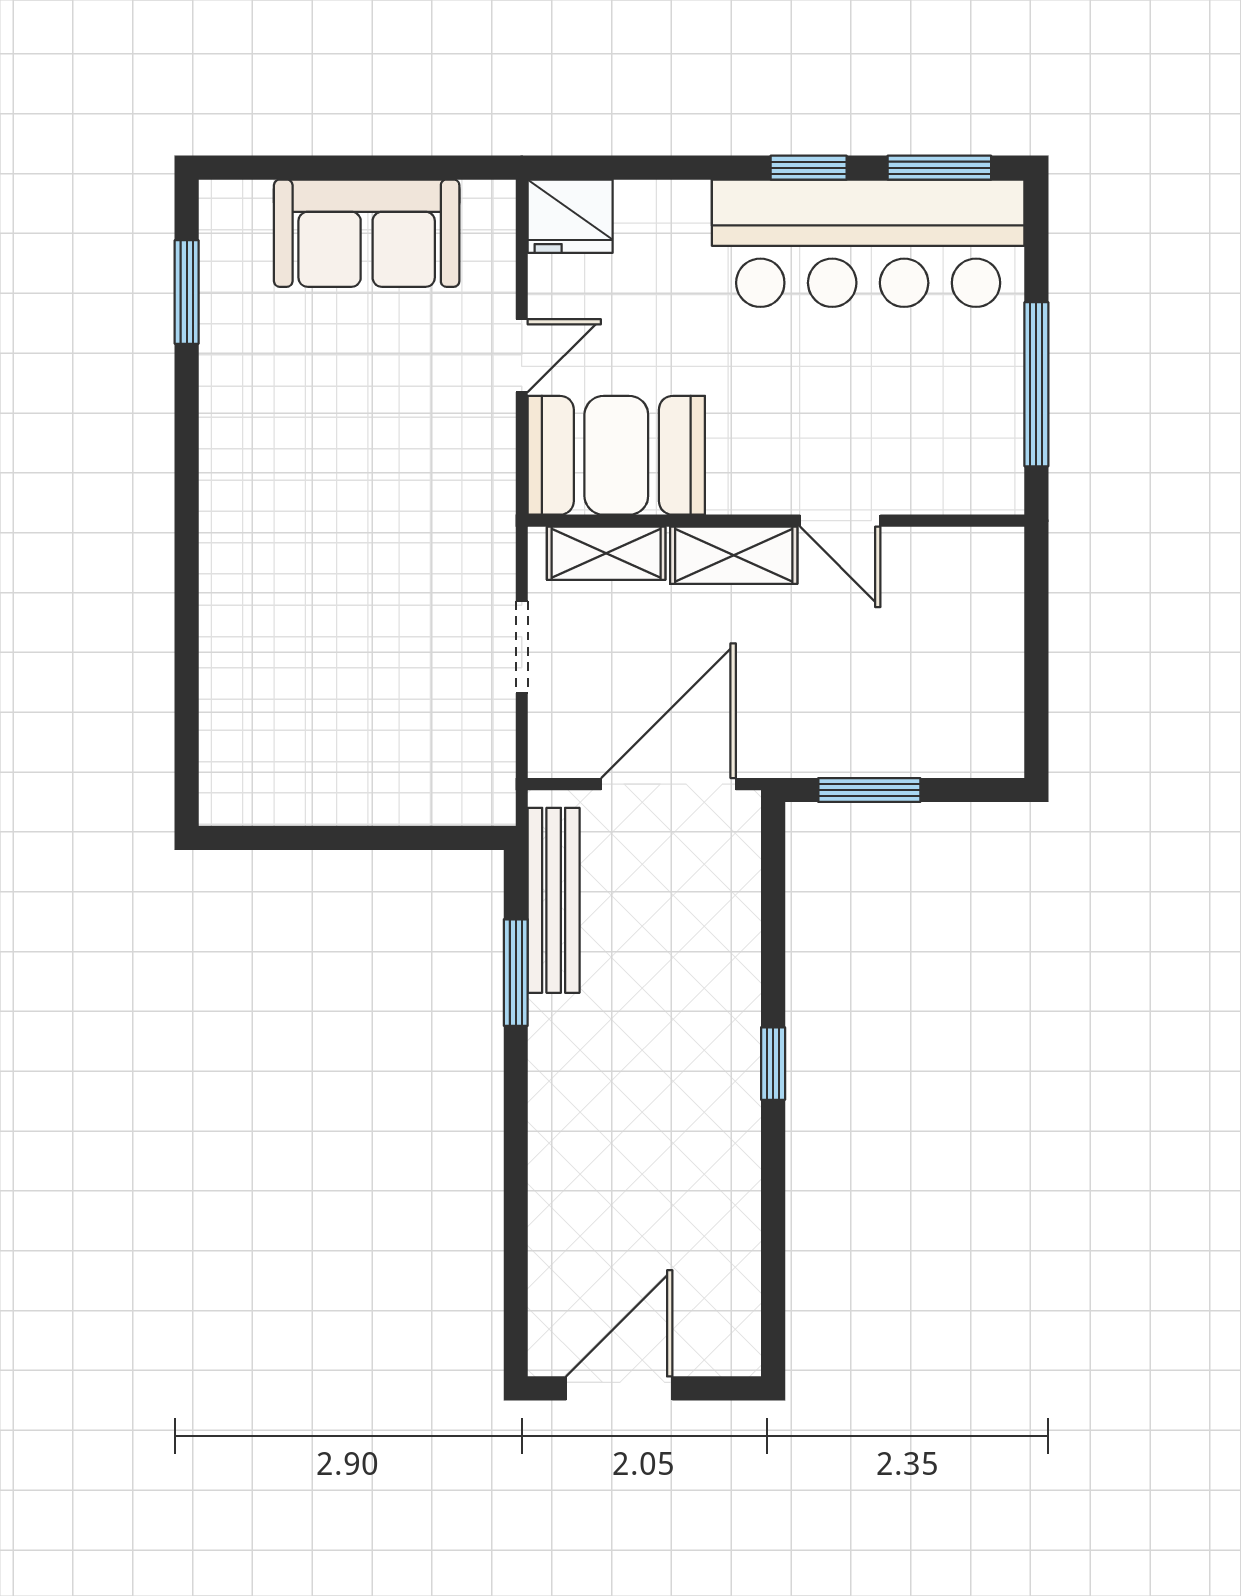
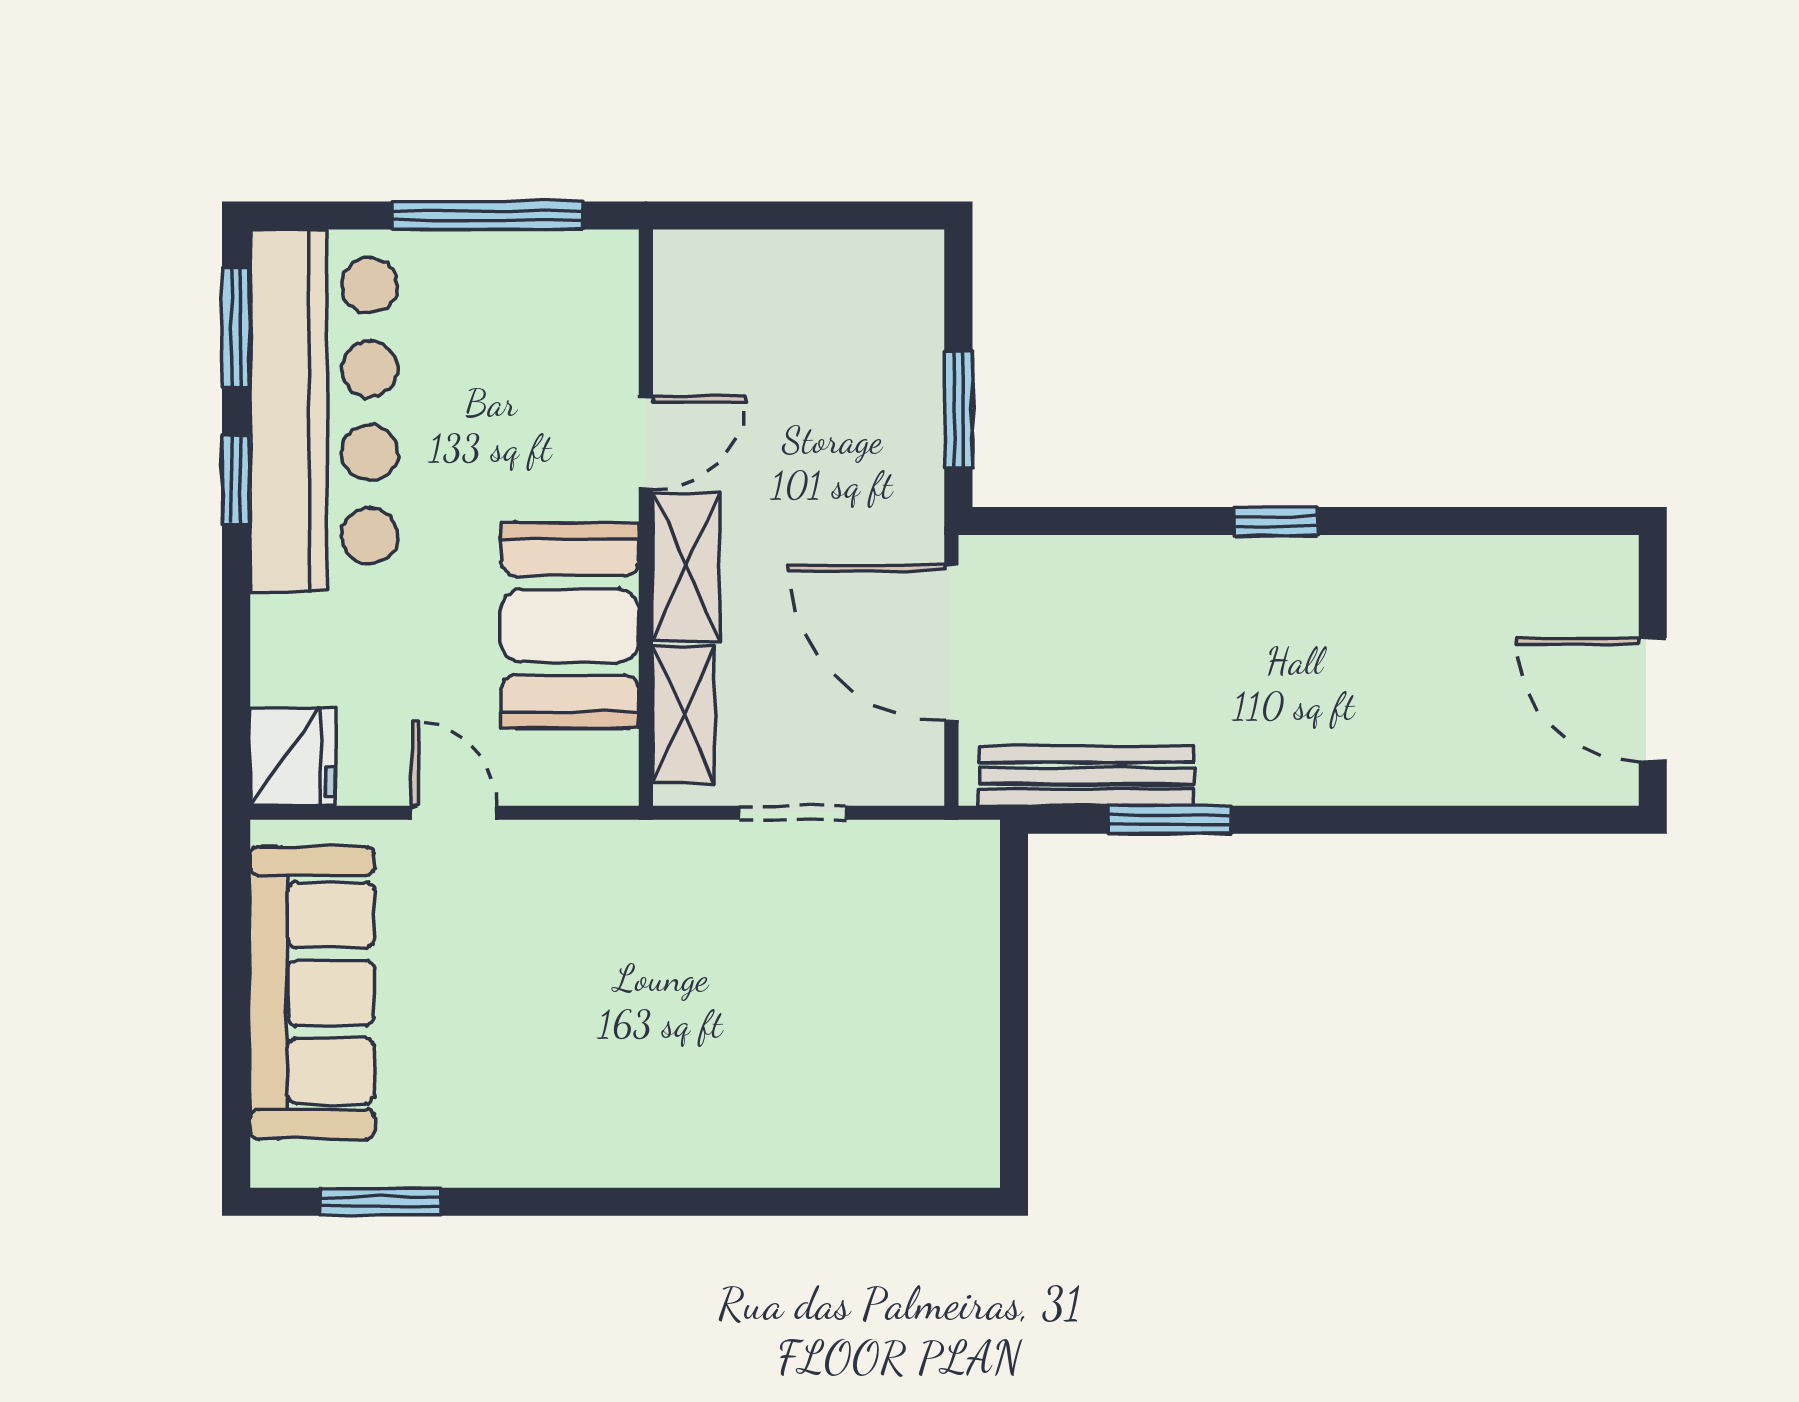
sofa: (367, 233) -> (312, 993), width x1.36
booth: (616, 455) -> (570, 626), moved

